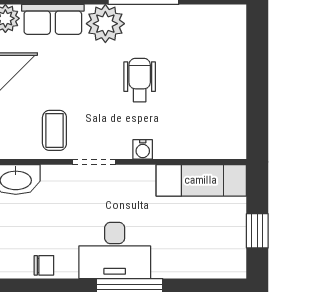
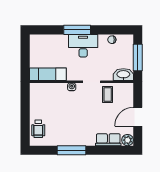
plant: (105, 24) -> (87, 138), removed
wheelchair: (140, 80) -> (38, 129), moved
window: (257, 231) -> (25, 54), removed

